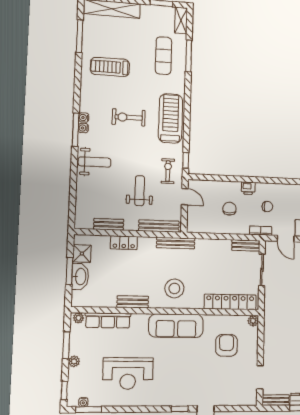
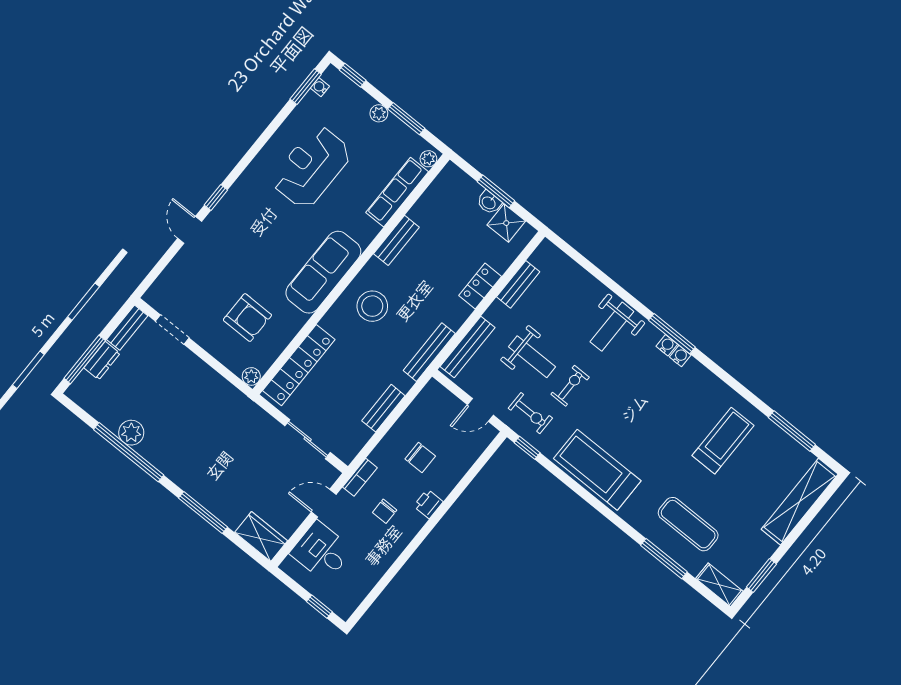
exercise bike: (129, 117) -> (570, 386), moved, width x0.73, depth x0.72
treadmill: (171, 118) -> (597, 470), turned 180
bench: (246, 245) -> (383, 408), moved
washbasin: (80, 277) -> (489, 202), width x0.52, depth x0.69

